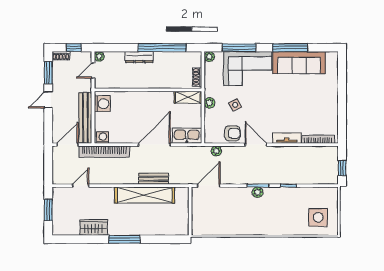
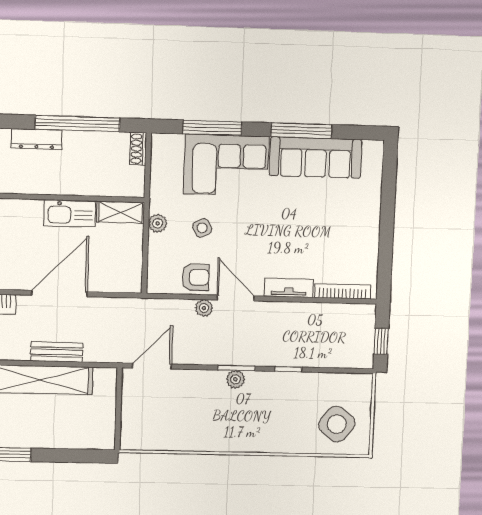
plant: (209, 57) -> (160, 142), removed
shoe rack: (197, 77) -> (138, 149), moved
kitchen sink: (187, 136) -> (70, 214), moved, turned 180
plant: (216, 151) -> (204, 308), moved
side table: (318, 217) -> (337, 424), turned 38

